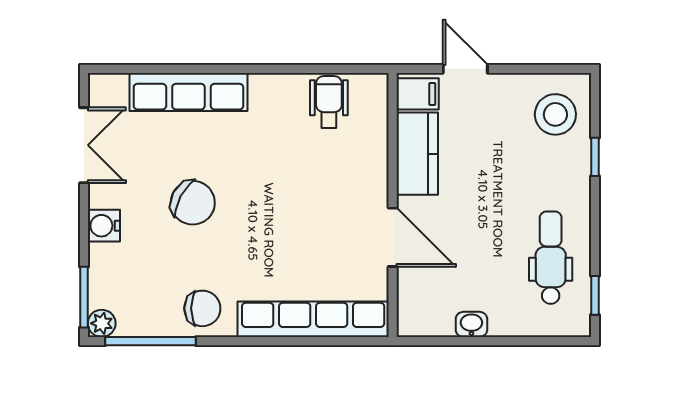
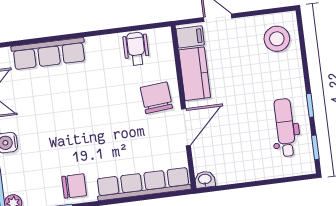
window: (595, 157) -> (310, 105), moved
chair: (193, 203) -> (156, 98), moved, turned -123
door: (393, 237) -> (186, 127), hinge flipped
washbasin: (471, 324) -> (205, 180), moved

